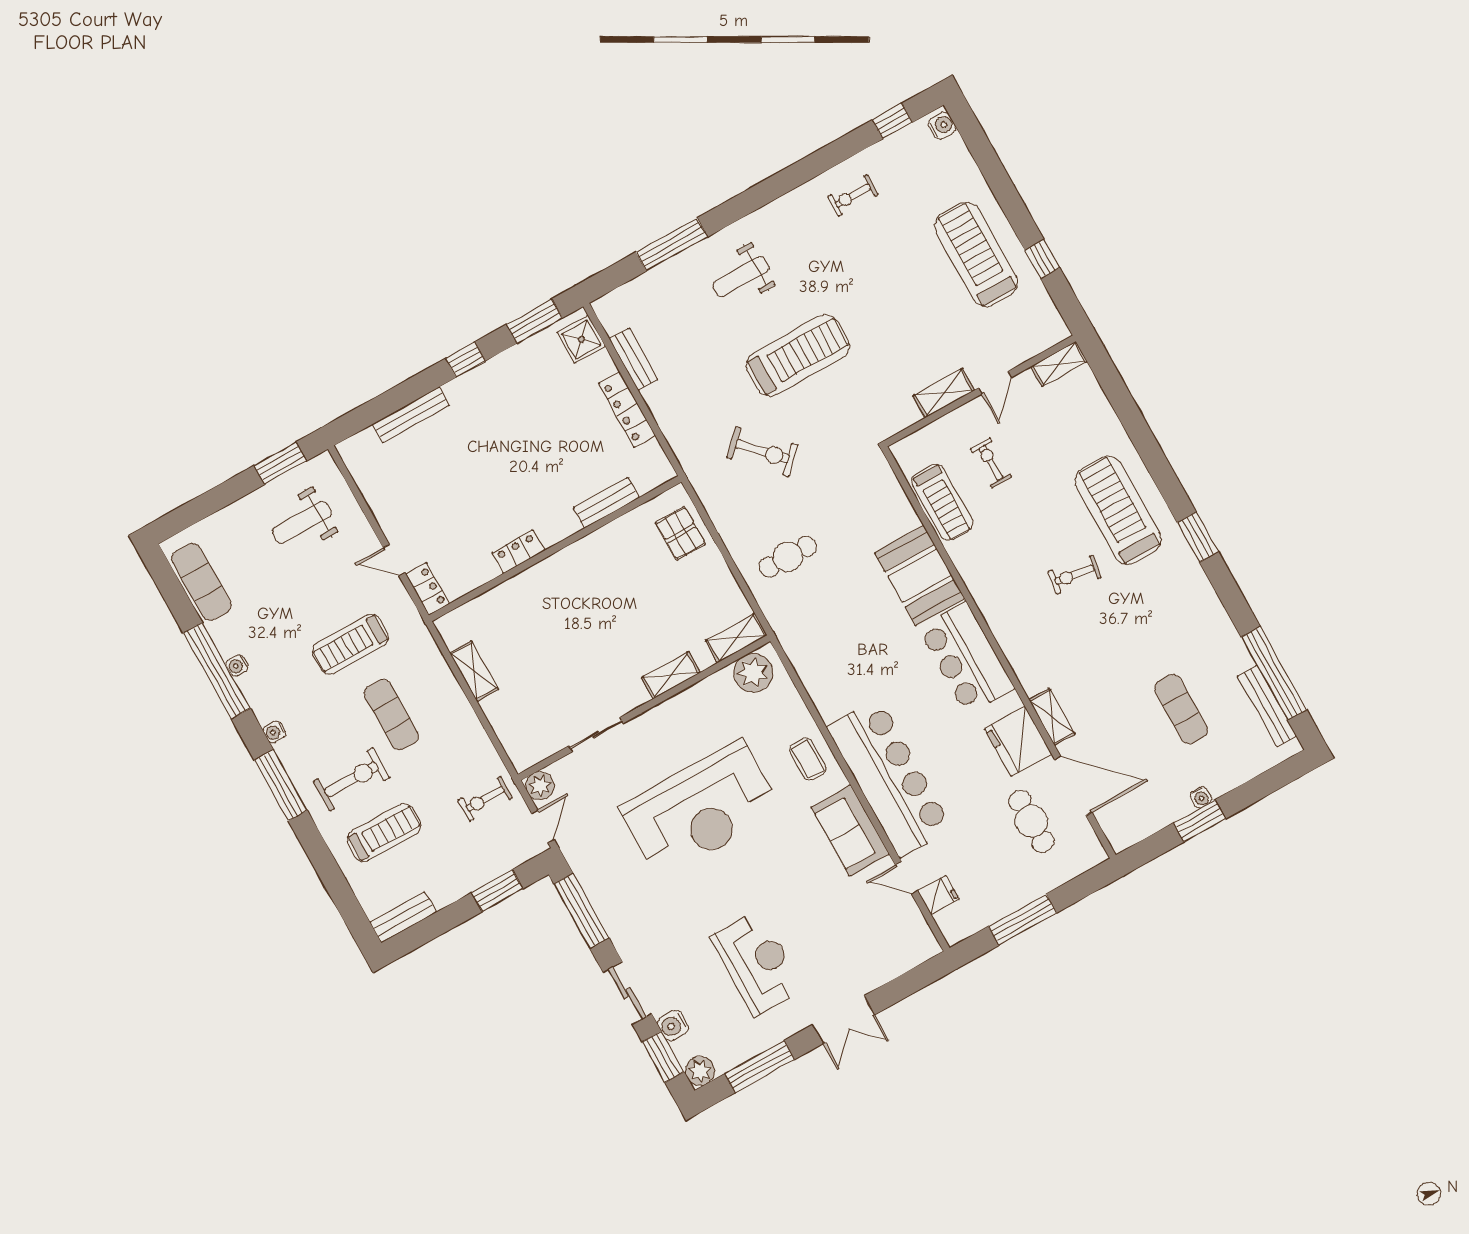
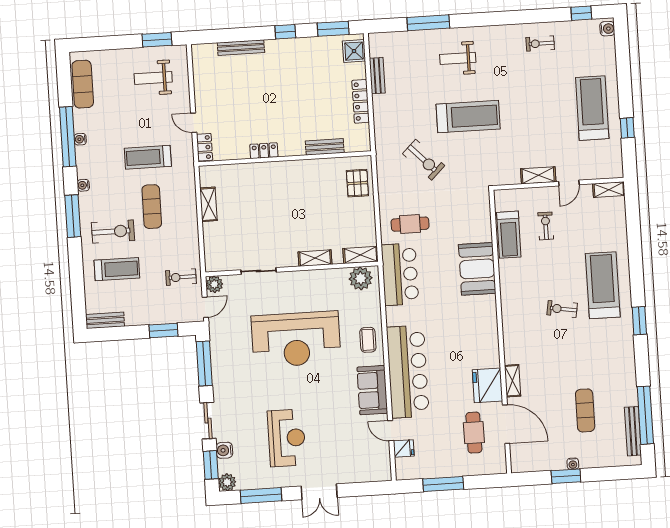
bar counter: (966, 658) -> (400, 274), moved, turned 180

